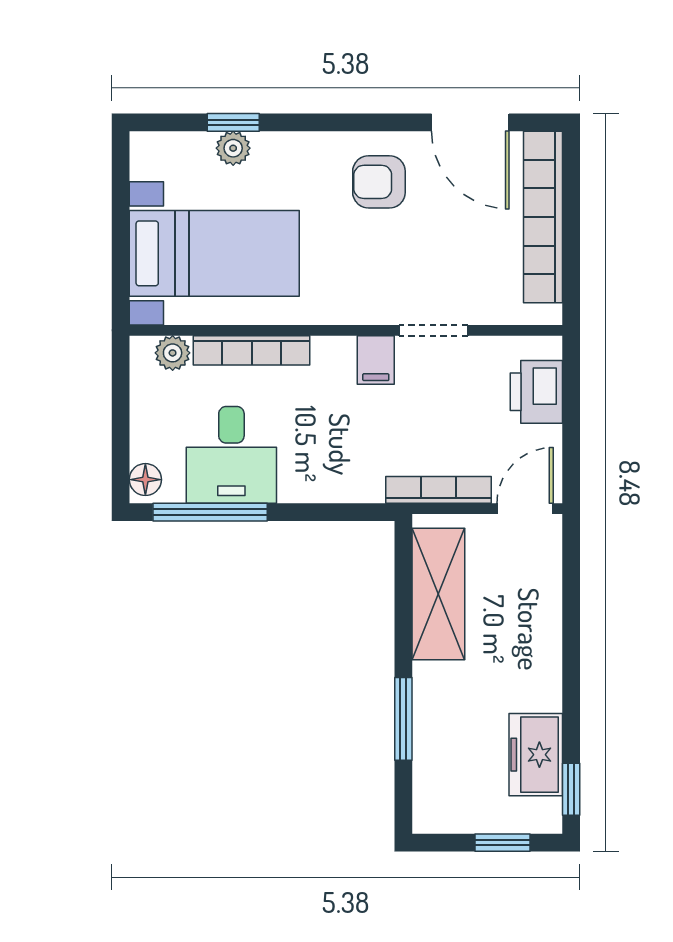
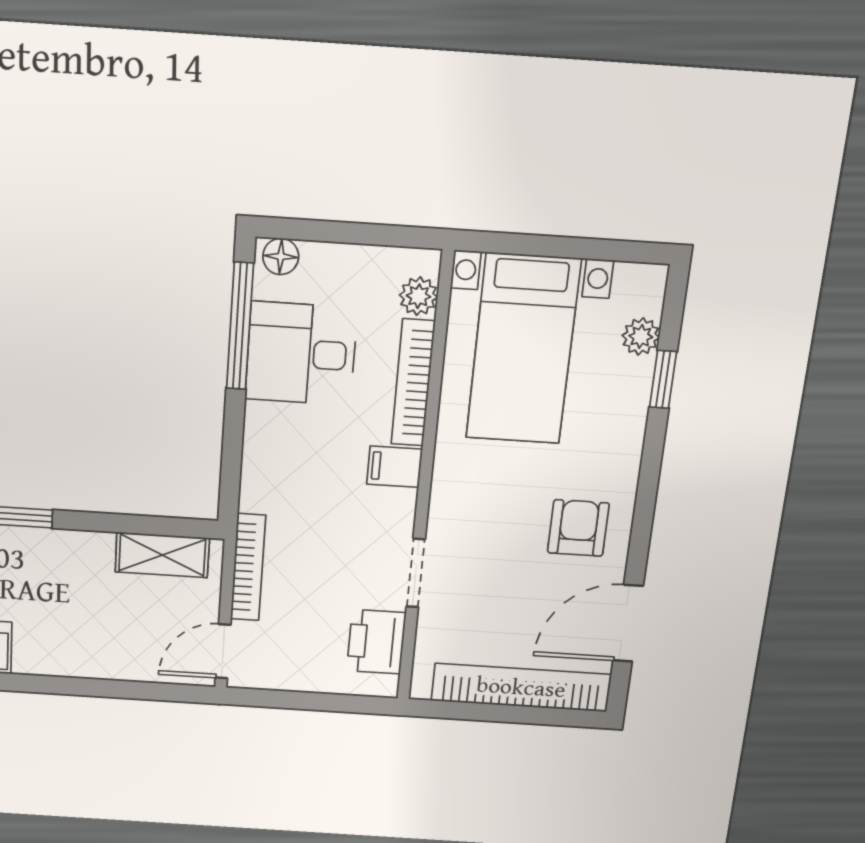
plant: (233, 148) -> (641, 337), moved
filing cabinet: (376, 360) -> (395, 467), moved
printer: (536, 392) -> (376, 642), moved, turned -90
door: (525, 509) -> (223, 651), swing flipped
shelving: (438, 594) -> (162, 555), width x0.67, depth x0.75

